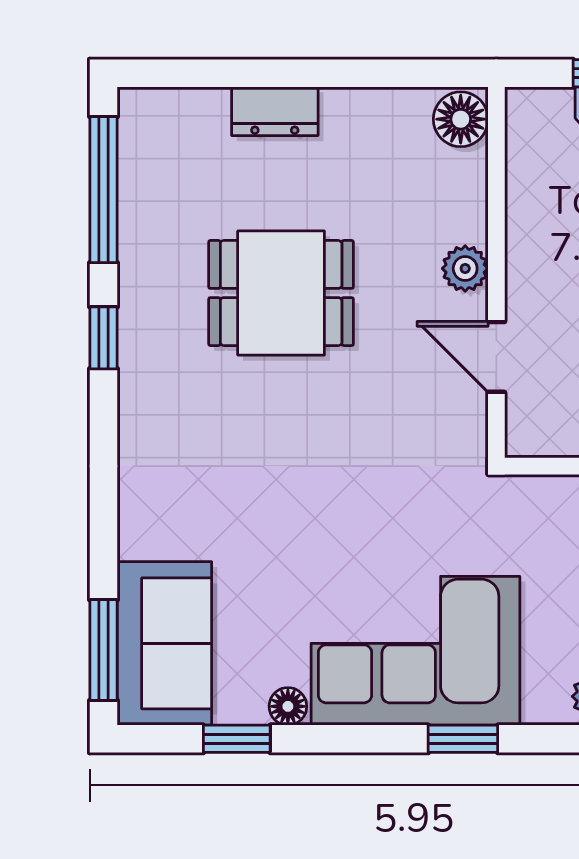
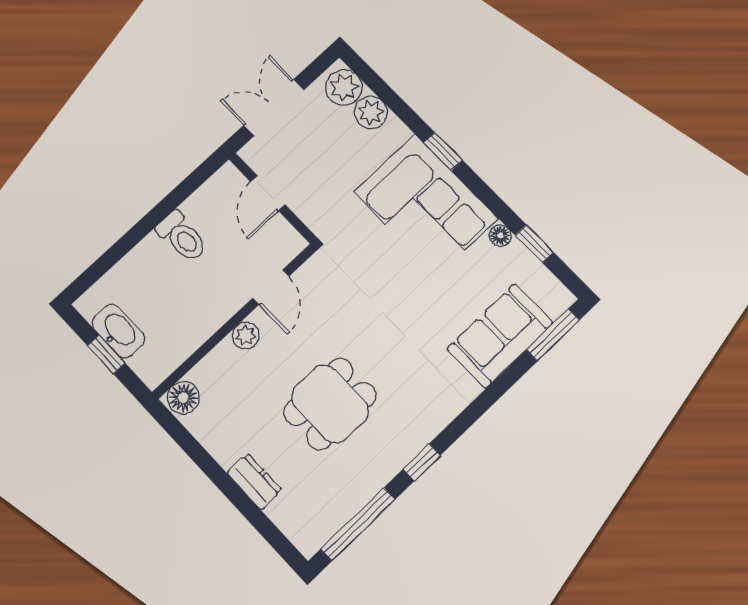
dining table: (281, 293) -> (330, 404), turned 90
sofa: (164, 643) -> (500, 336), moved

